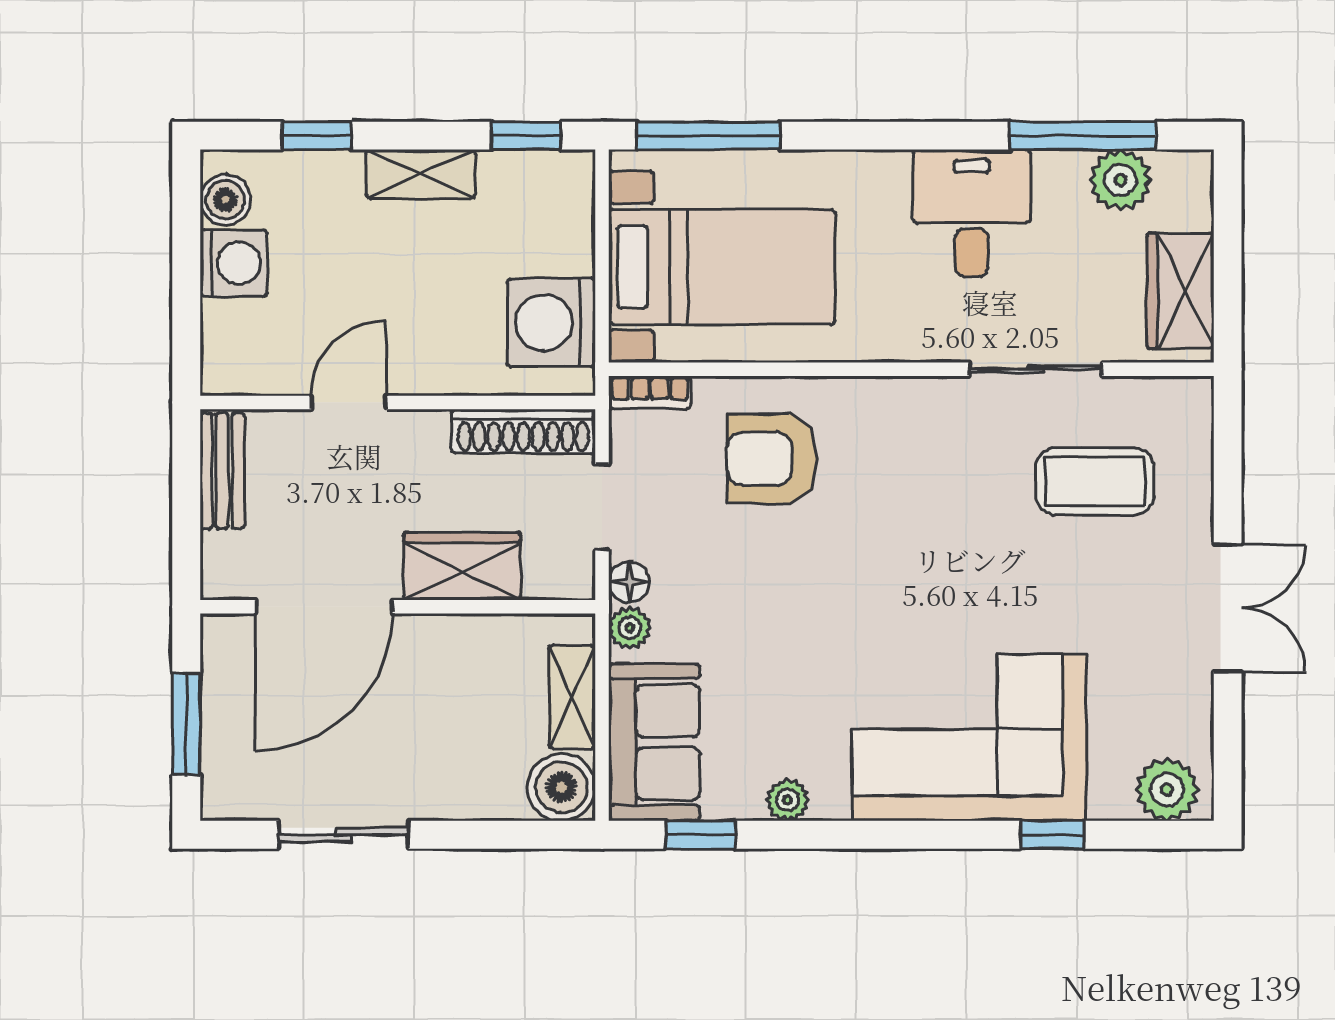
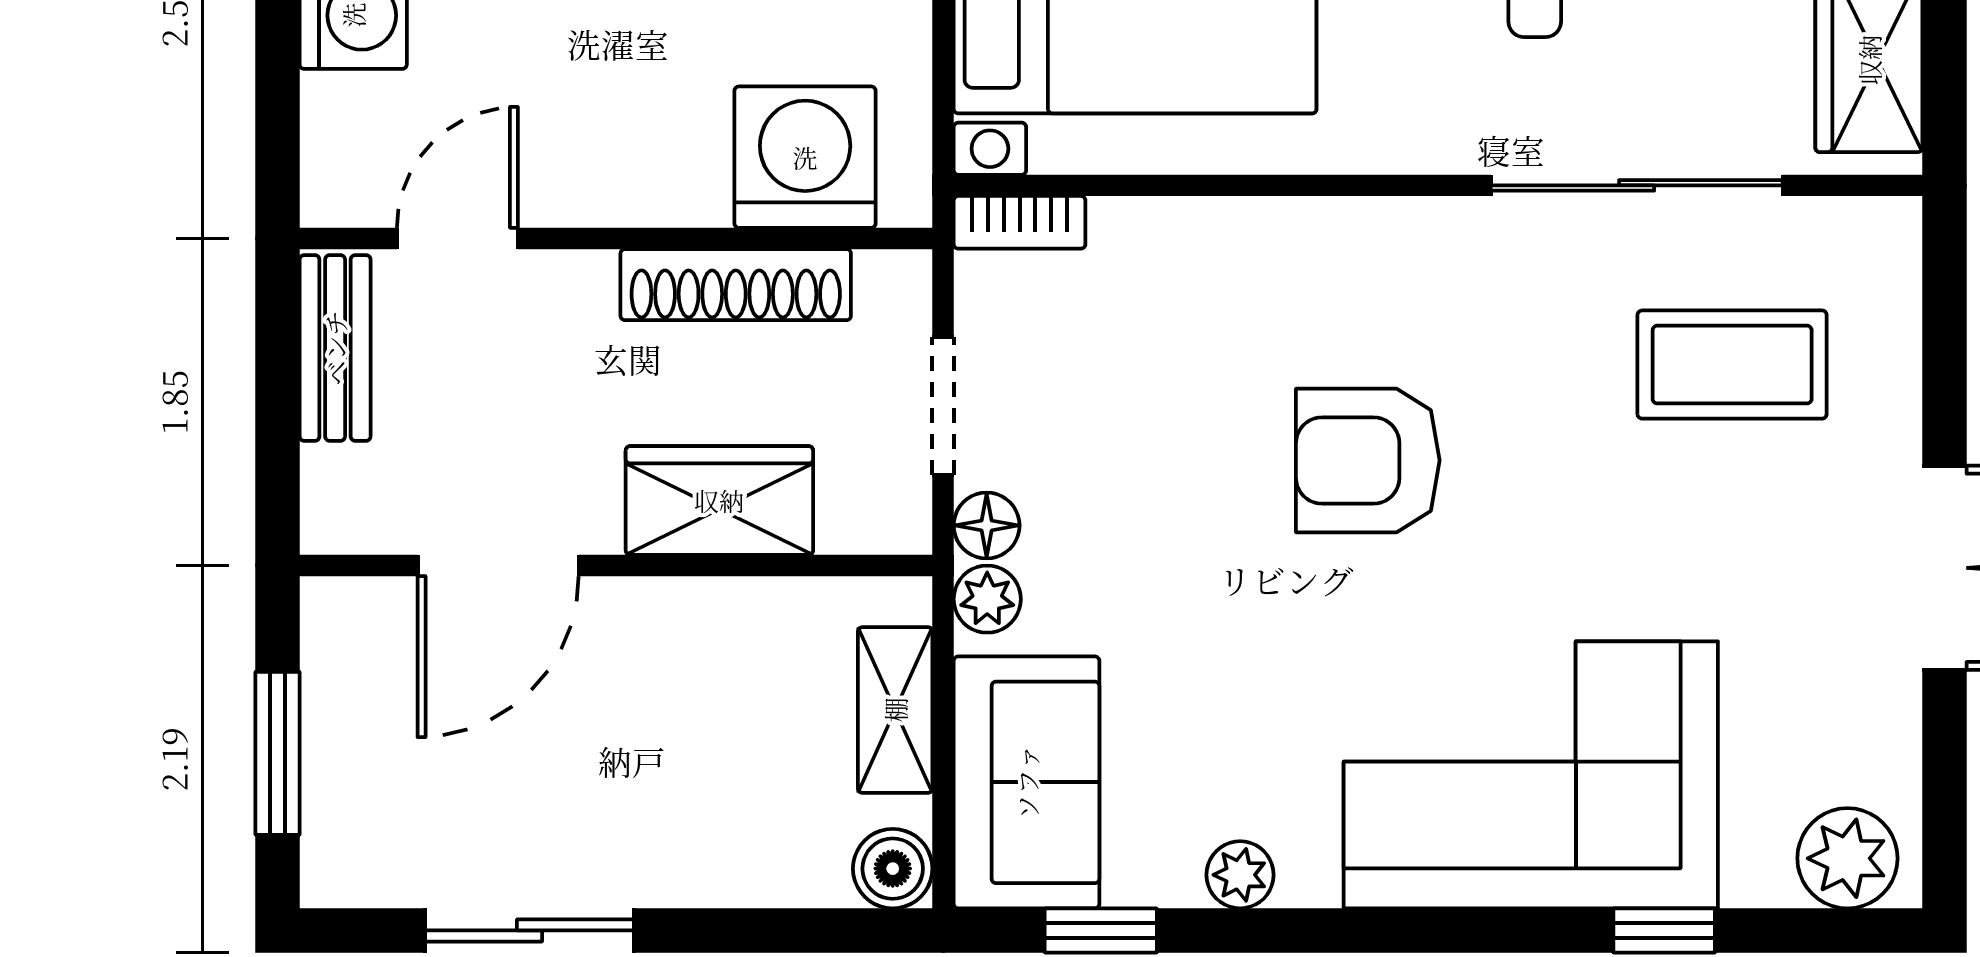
washing machine: (551, 323) -> (805, 157), moved, turned 90
sliding door: (1035, 369) -> (1637, 185), width x1.37
door: (349, 402) -> (457, 238), moved
shoe rack: (523, 431) -> (736, 285), moved
armchair: (772, 459) -> (1368, 460), moved
door: (324, 607) -> (498, 565), width x0.73
boiler: (562, 787) -> (893, 869), width x0.73, depth x0.73

